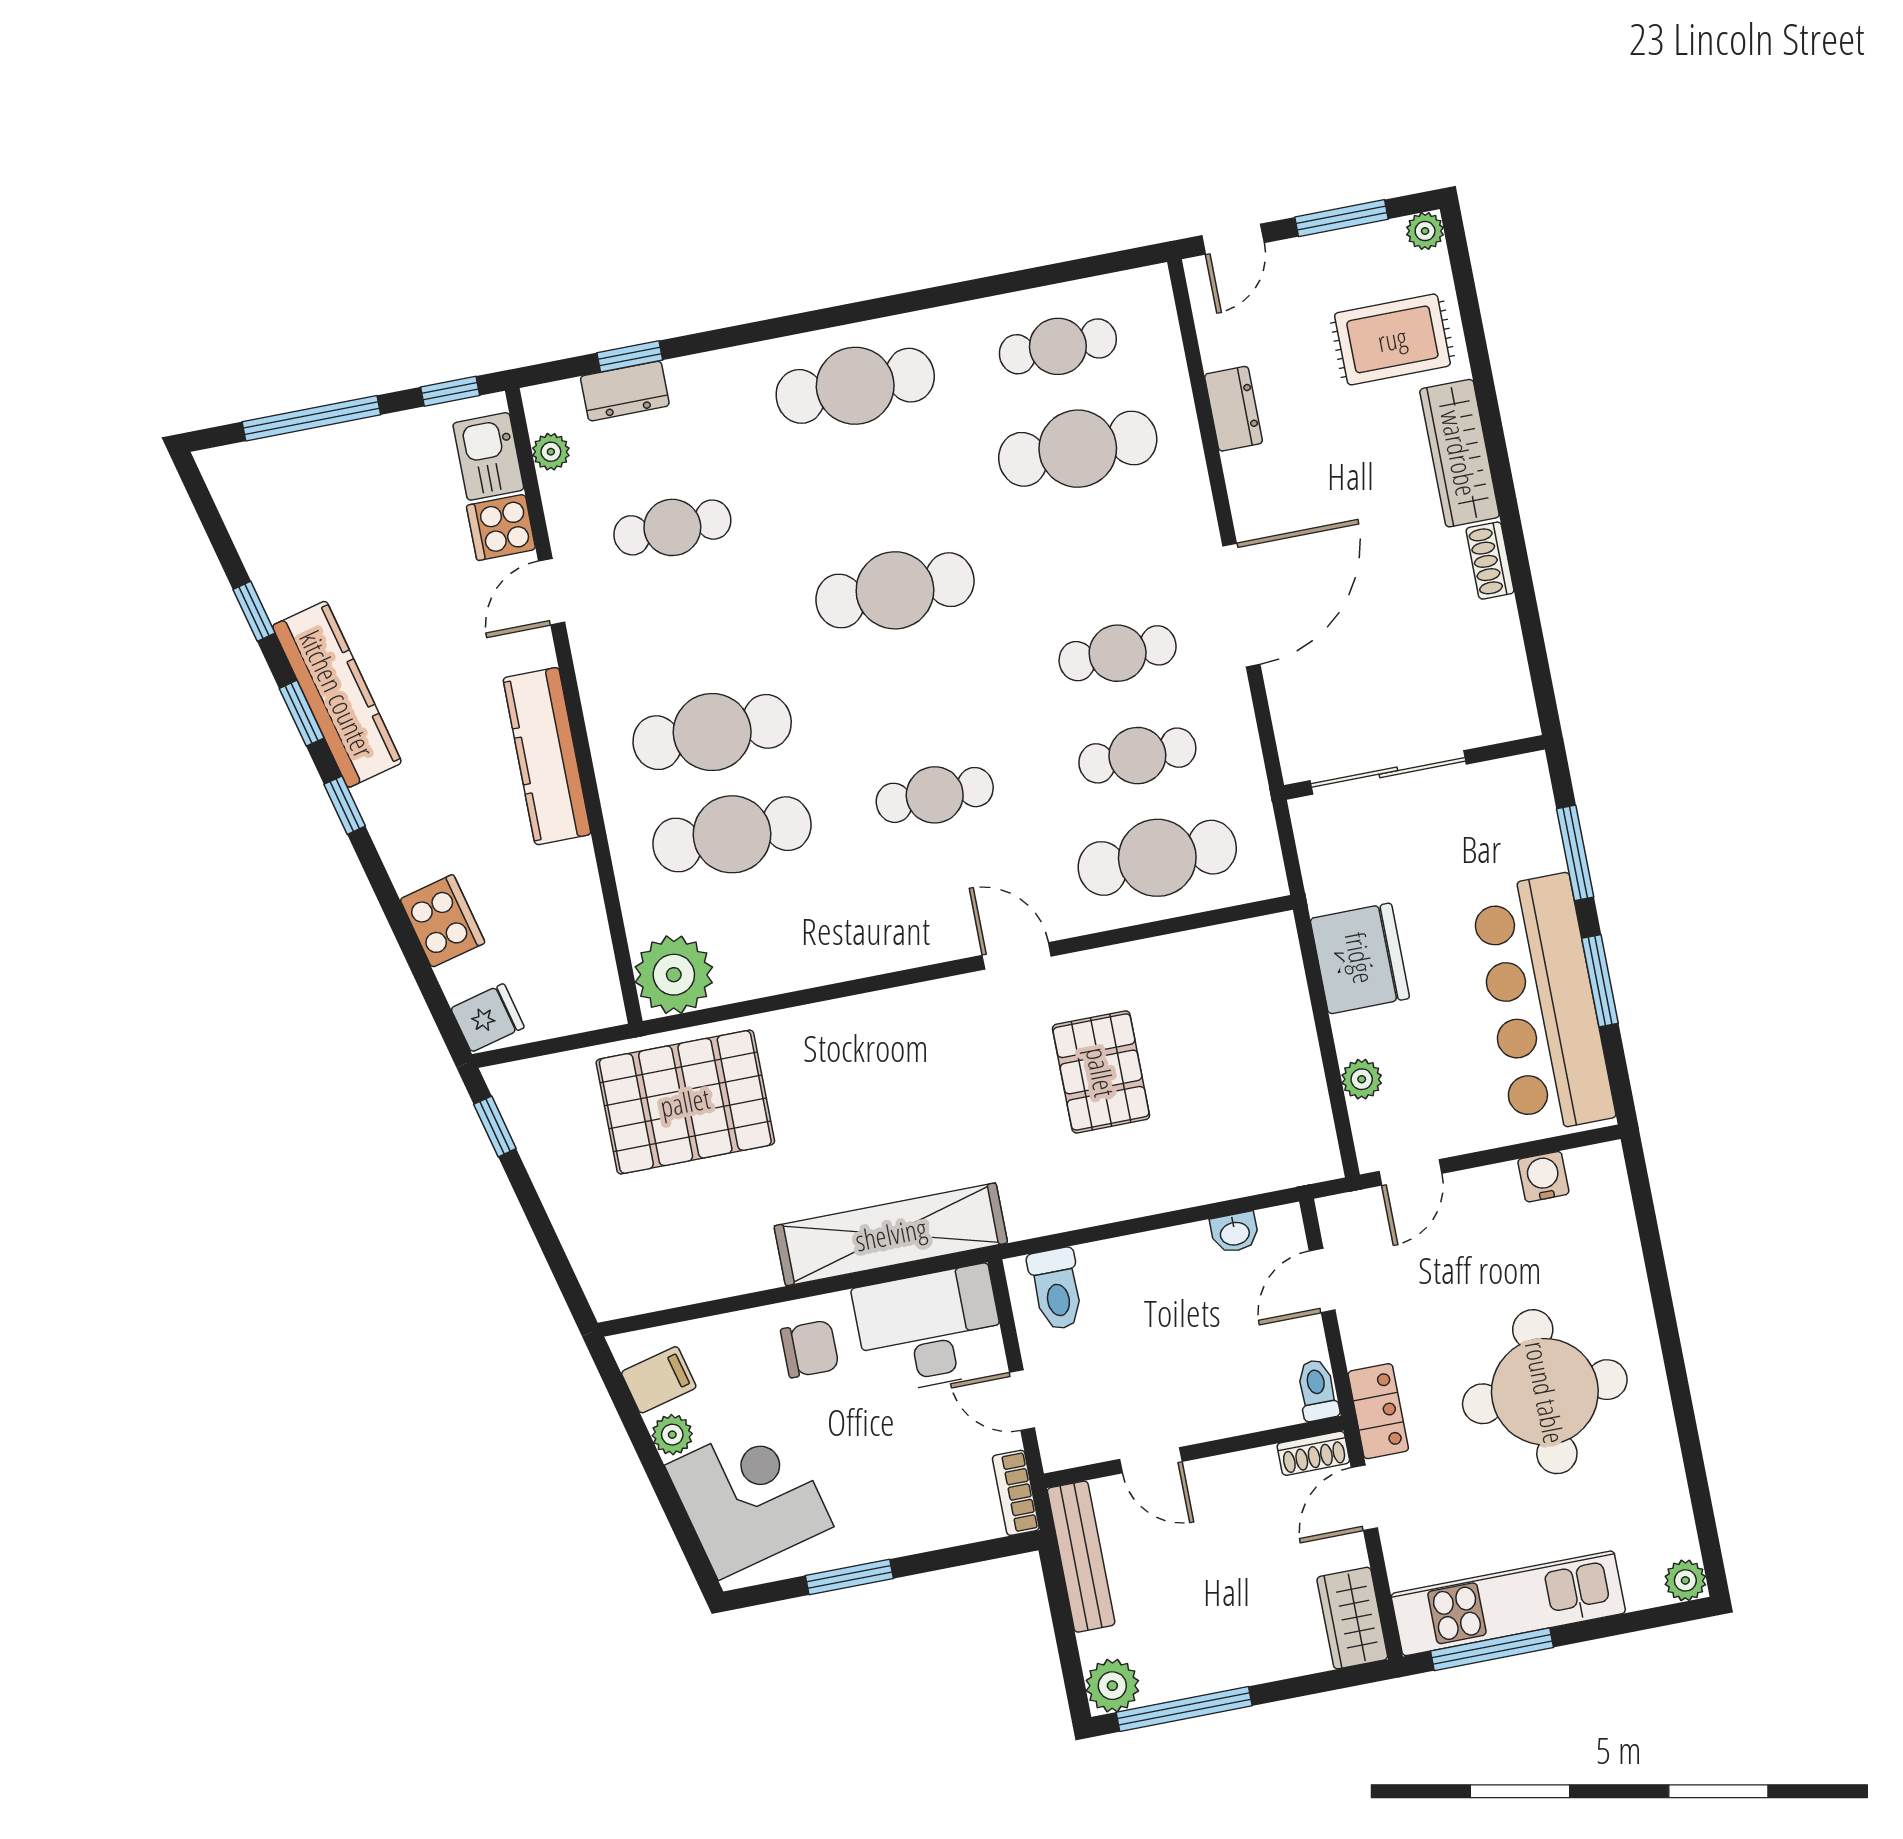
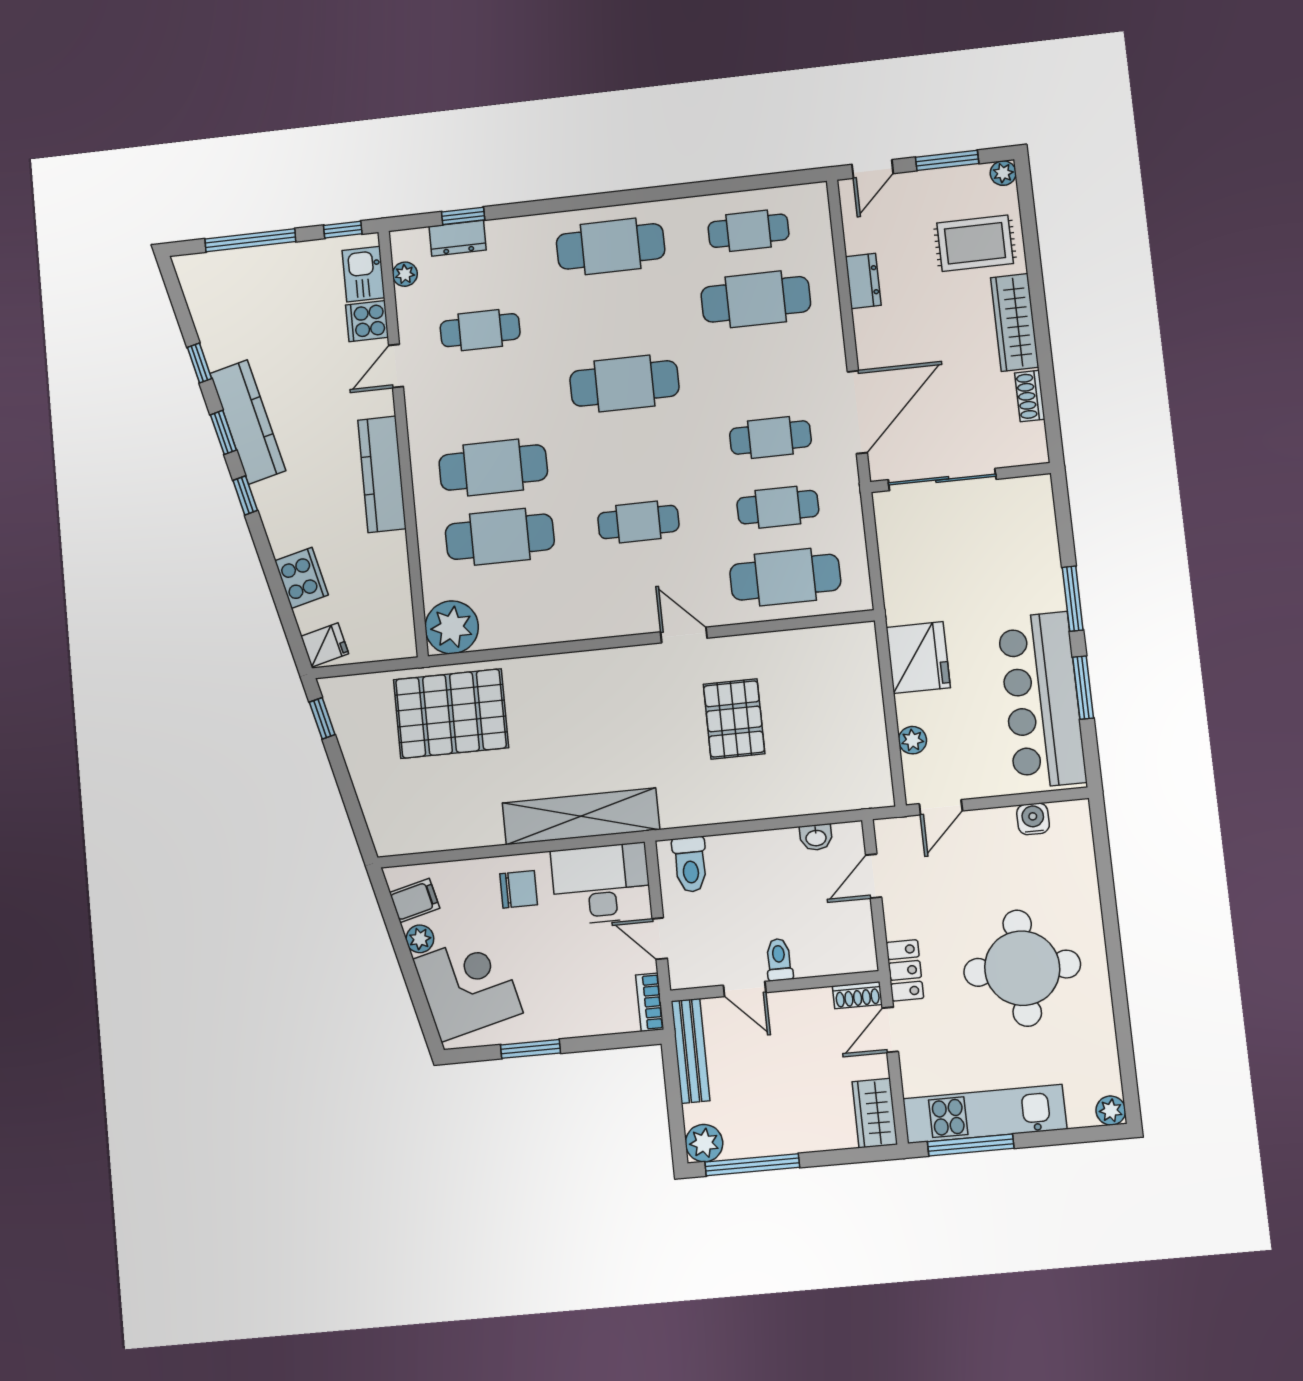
wall: (1414, 767) -> (960, 478), moved
sliding door: (1388, 772) -> (942, 480), moved
toilet: (1317, 1390) -> (779, 960), moved

